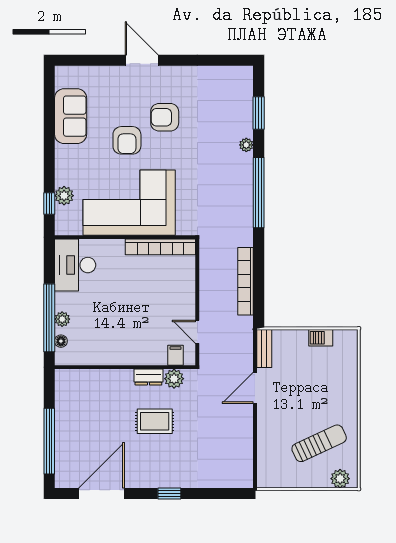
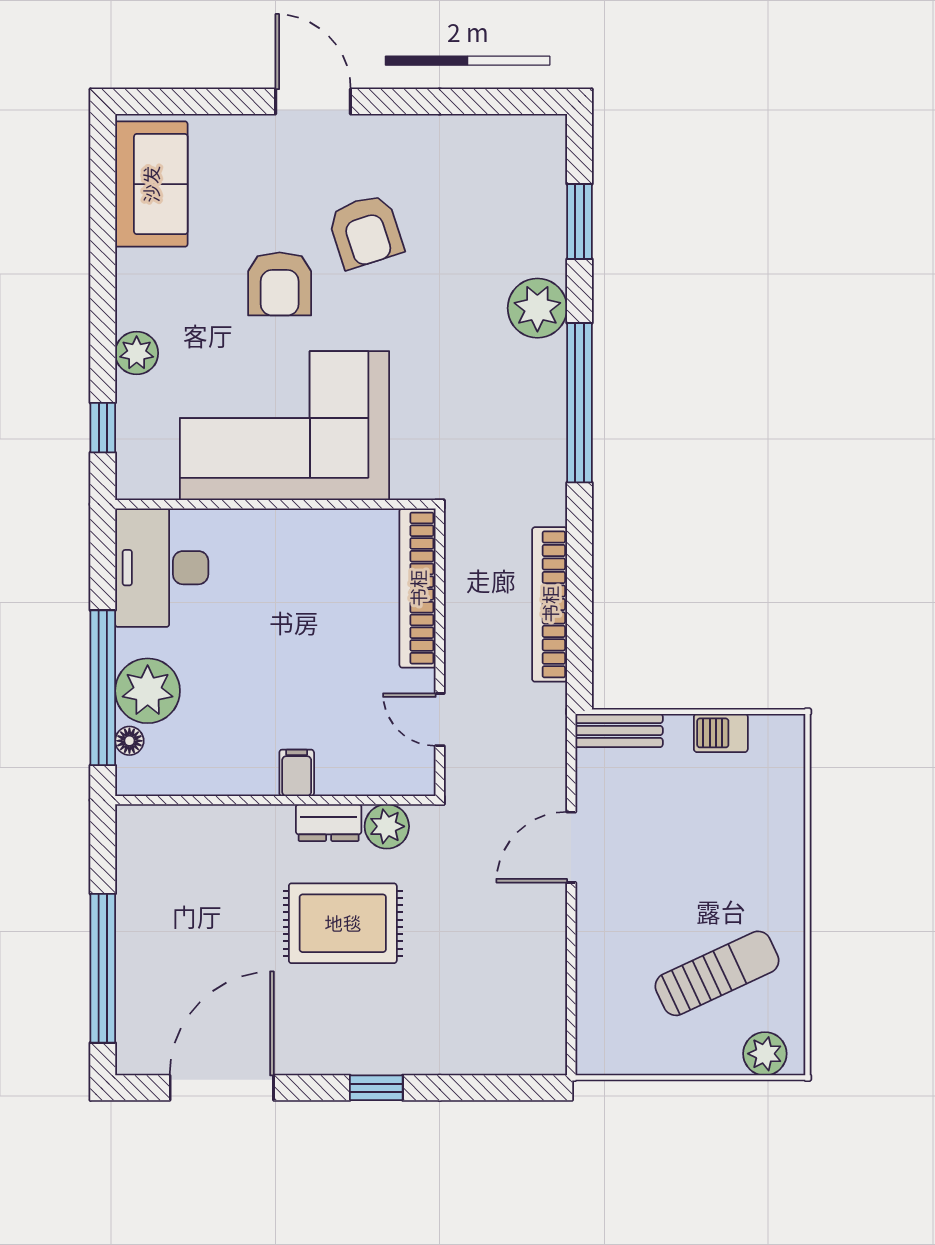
sofa: (71, 116) -> (151, 184), moved
armchair: (165, 117) -> (366, 231), turned -108
plant: (246, 145) -> (537, 308), width x1.88, depth x1.88
plant: (64, 196) -> (137, 353), moved
bookcase: (160, 247) -> (418, 588), moved, turned 90
plant: (62, 319) -> (148, 691), width x1.88, depth x1.88
bench: (264, 348) -> (619, 731), moved, turned 90
filing cabinet: (175, 355) -> (297, 773), moved
rug: (155, 421) -> (343, 923), width x1.36, depth x1.43

